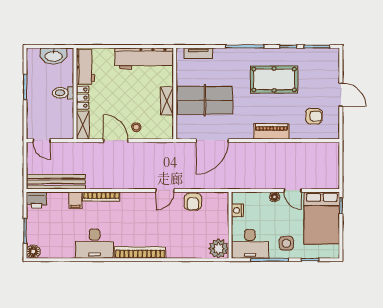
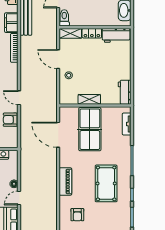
workbench: (144, 58) -> (125, 92), width x0.53, depth x0.76
toilet: (63, 93) -> (64, 18), moved
door: (116, 141) -> (58, 59), swing flipped
filing cabinet: (75, 200) -> (11, 23), width x2.00

